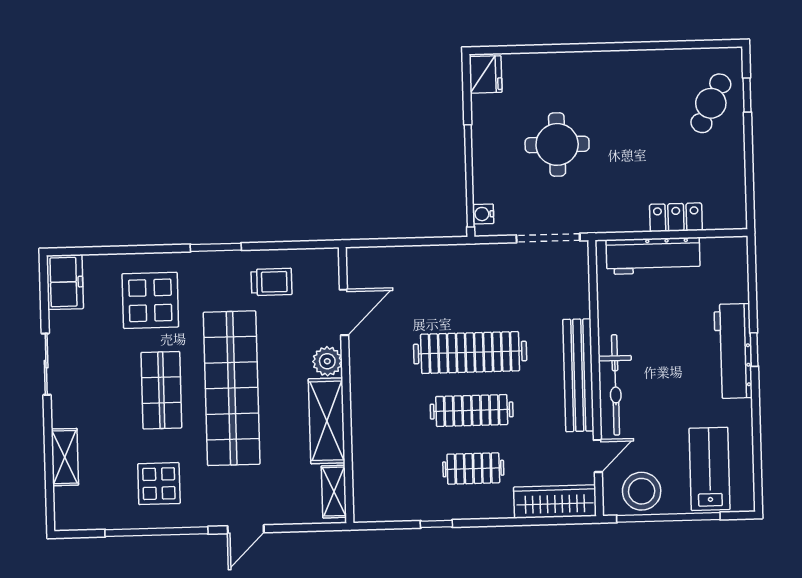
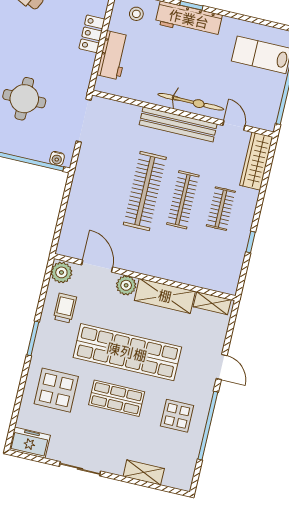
workbench: (653, 256) -> (113, 55), width x0.73
plant: (321, 263) -> (61, 272), added
stool: (642, 491) -> (136, 14), moved, width x0.53, depth x0.53

